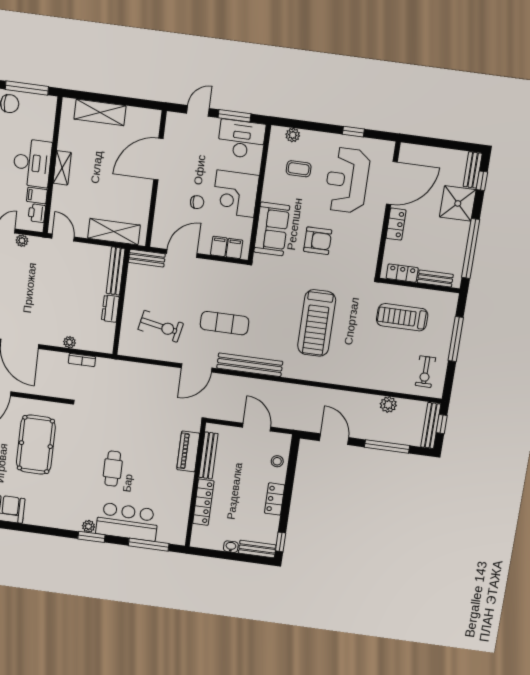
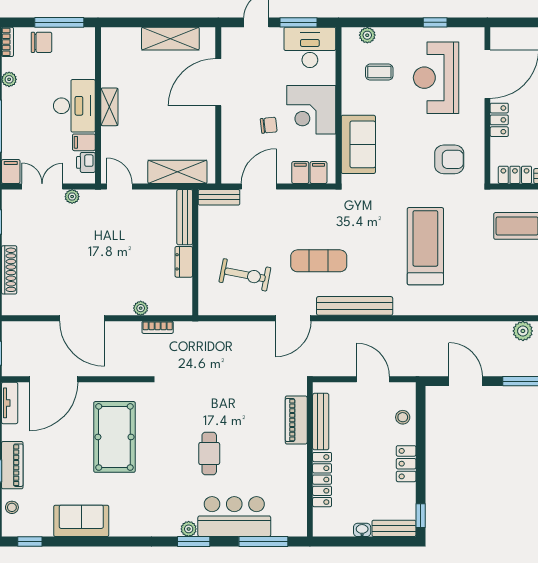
shelving: (100, 112) -> (170, 39), moved
armchair: (318, 241) -> (449, 159), moved
treadmill: (317, 323) -> (425, 246), turned 180

